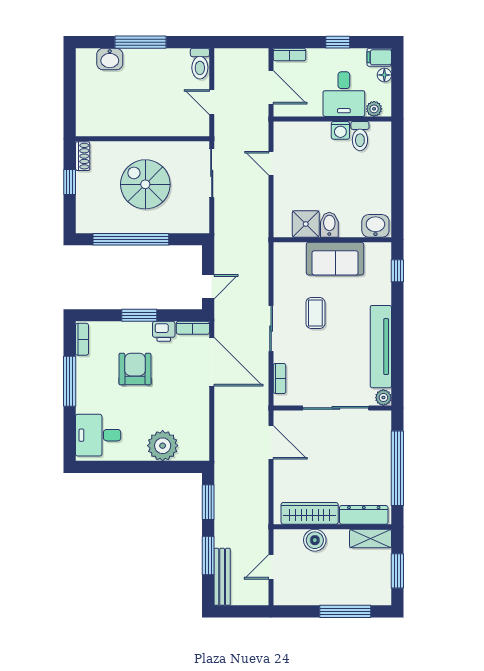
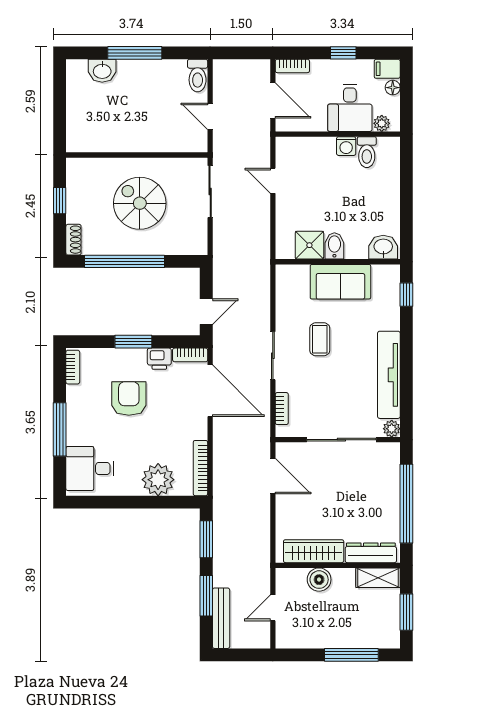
shoe rack: (83, 156) -> (73, 240), moved
window: (70, 381) -> (60, 429), moved
bookcase: (203, 435) -> (200, 468), added

